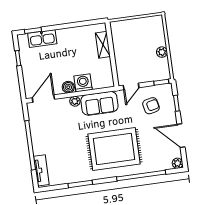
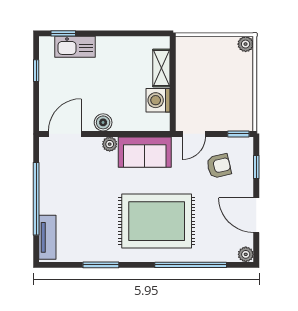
plant: (162, 52) -> (246, 44), moved
washing machine: (83, 83) -> (158, 100), moved, turned -90

